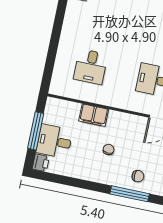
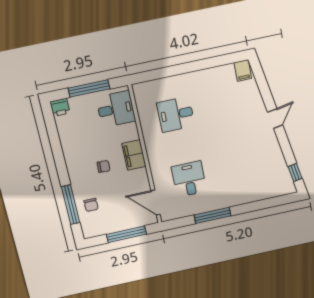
filing cabinet: (94, 115) -> (134, 155), moved
desk: (54, 141) -> (116, 109), moved, turned 90

